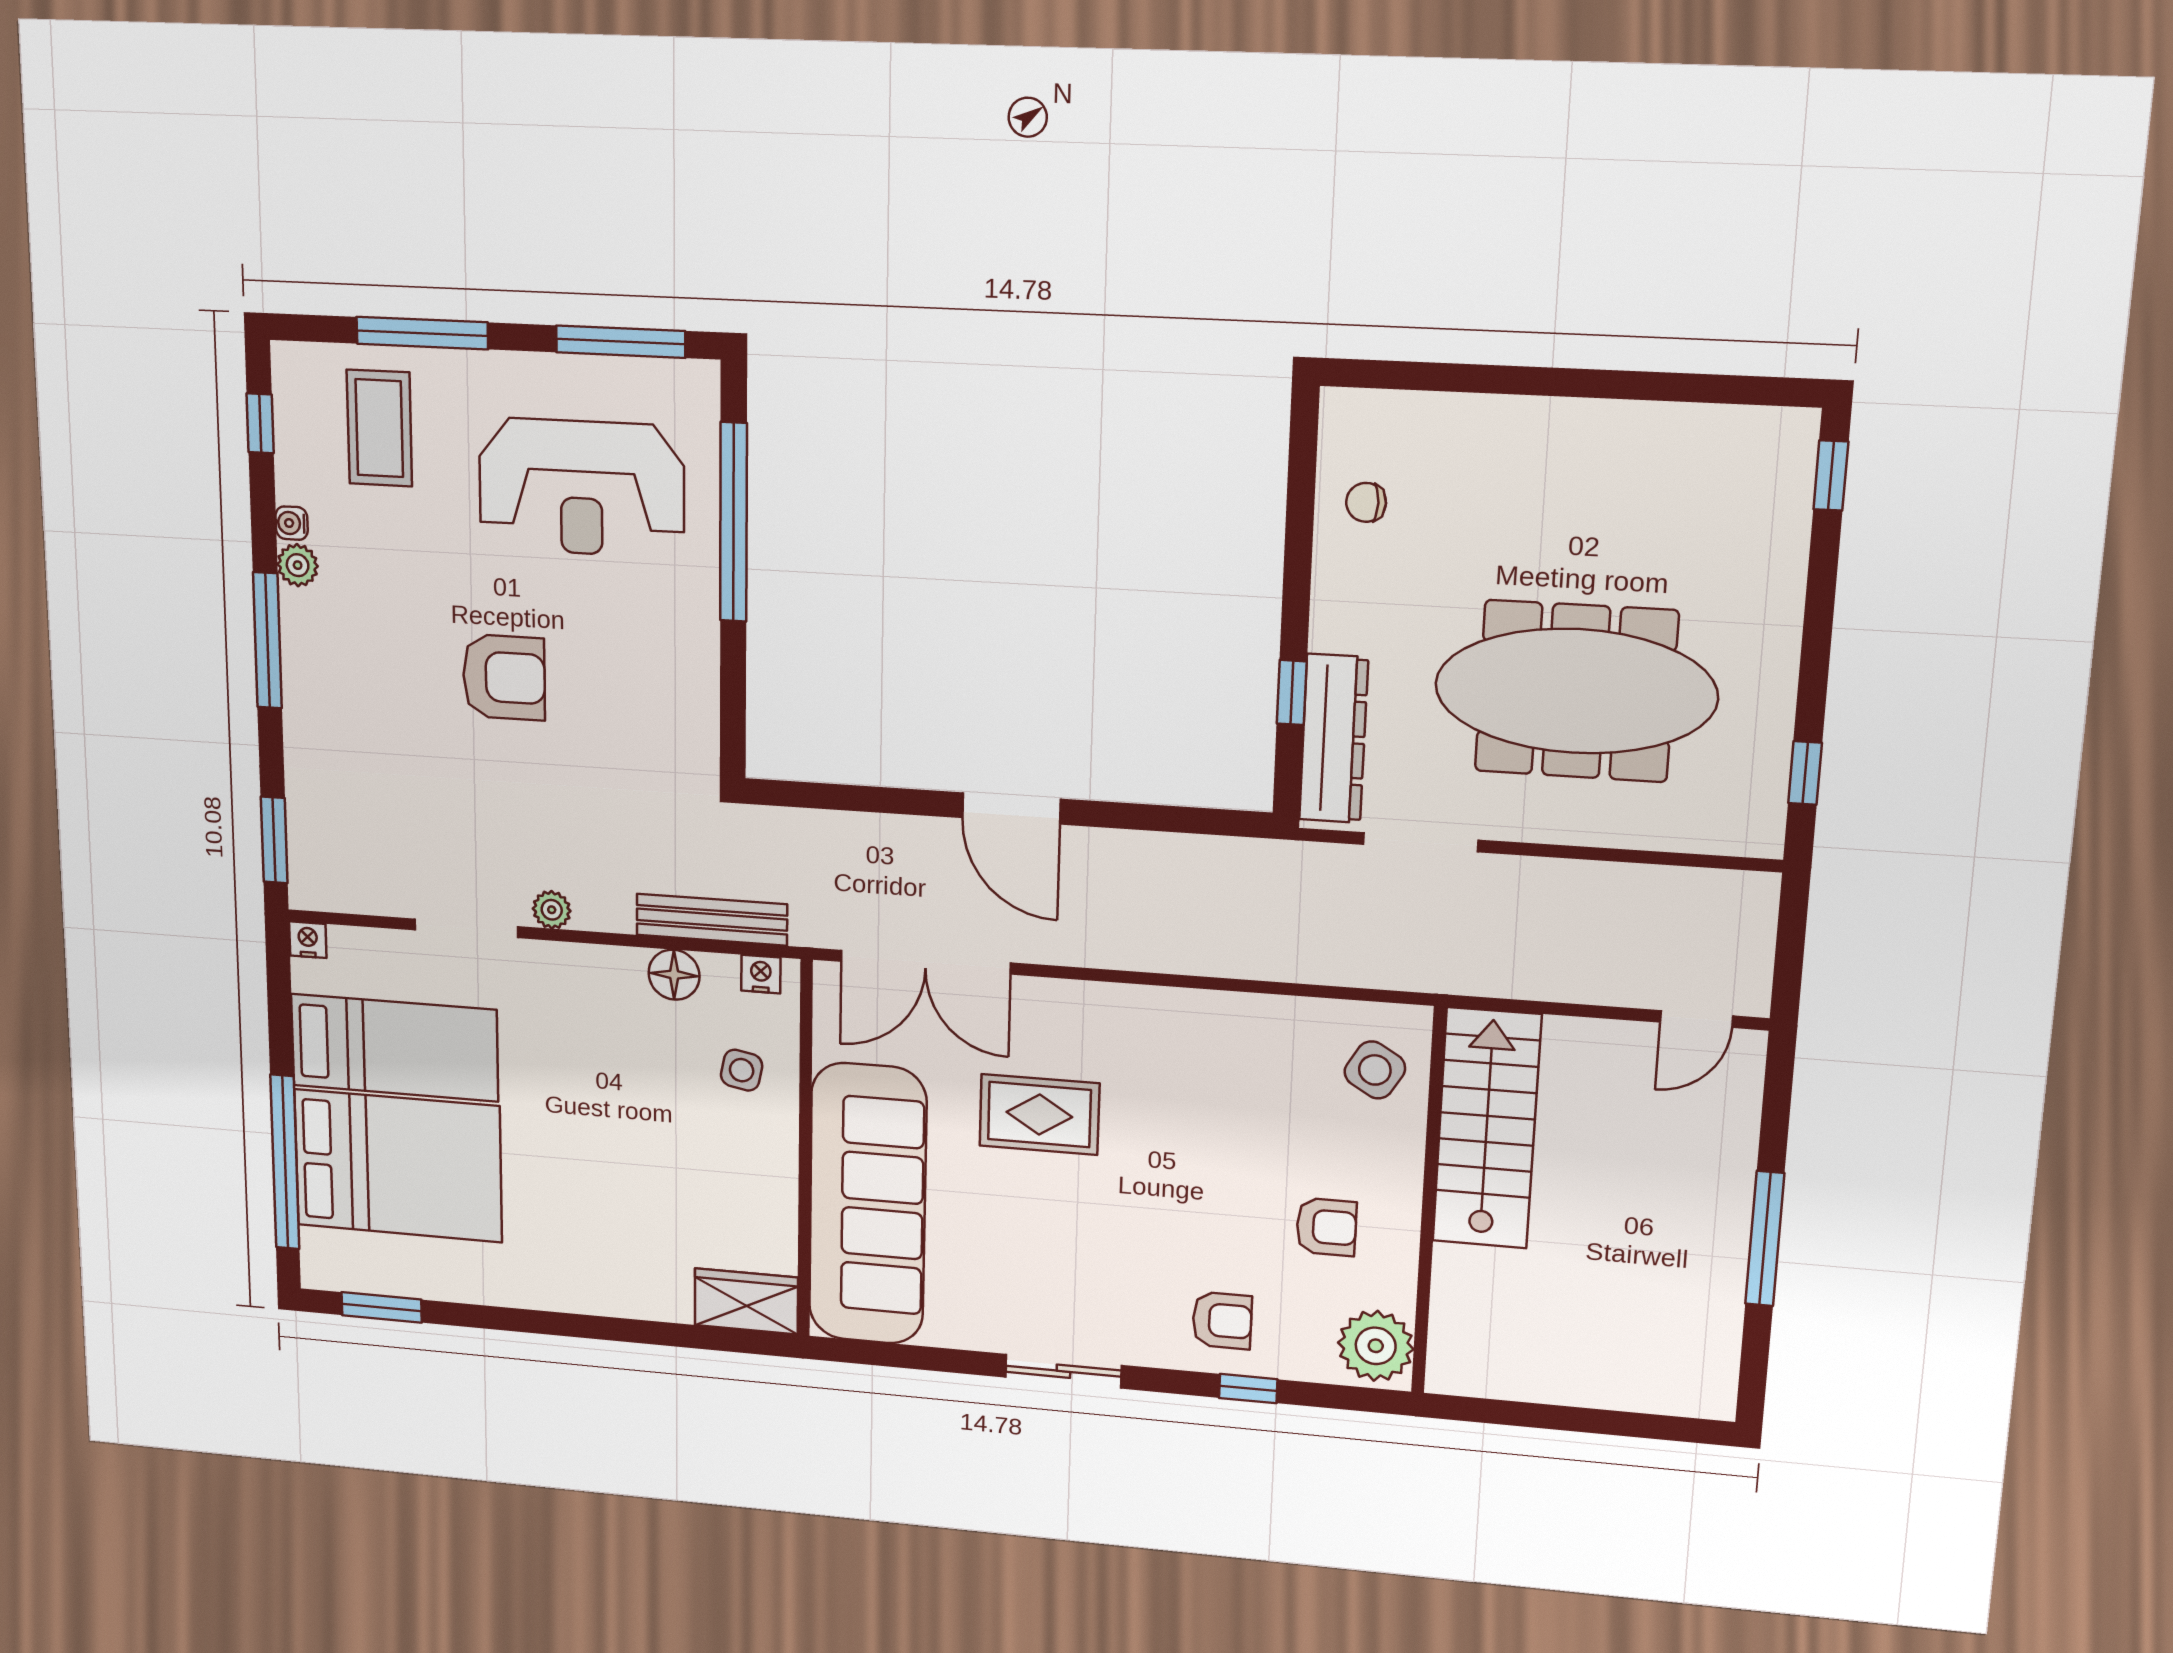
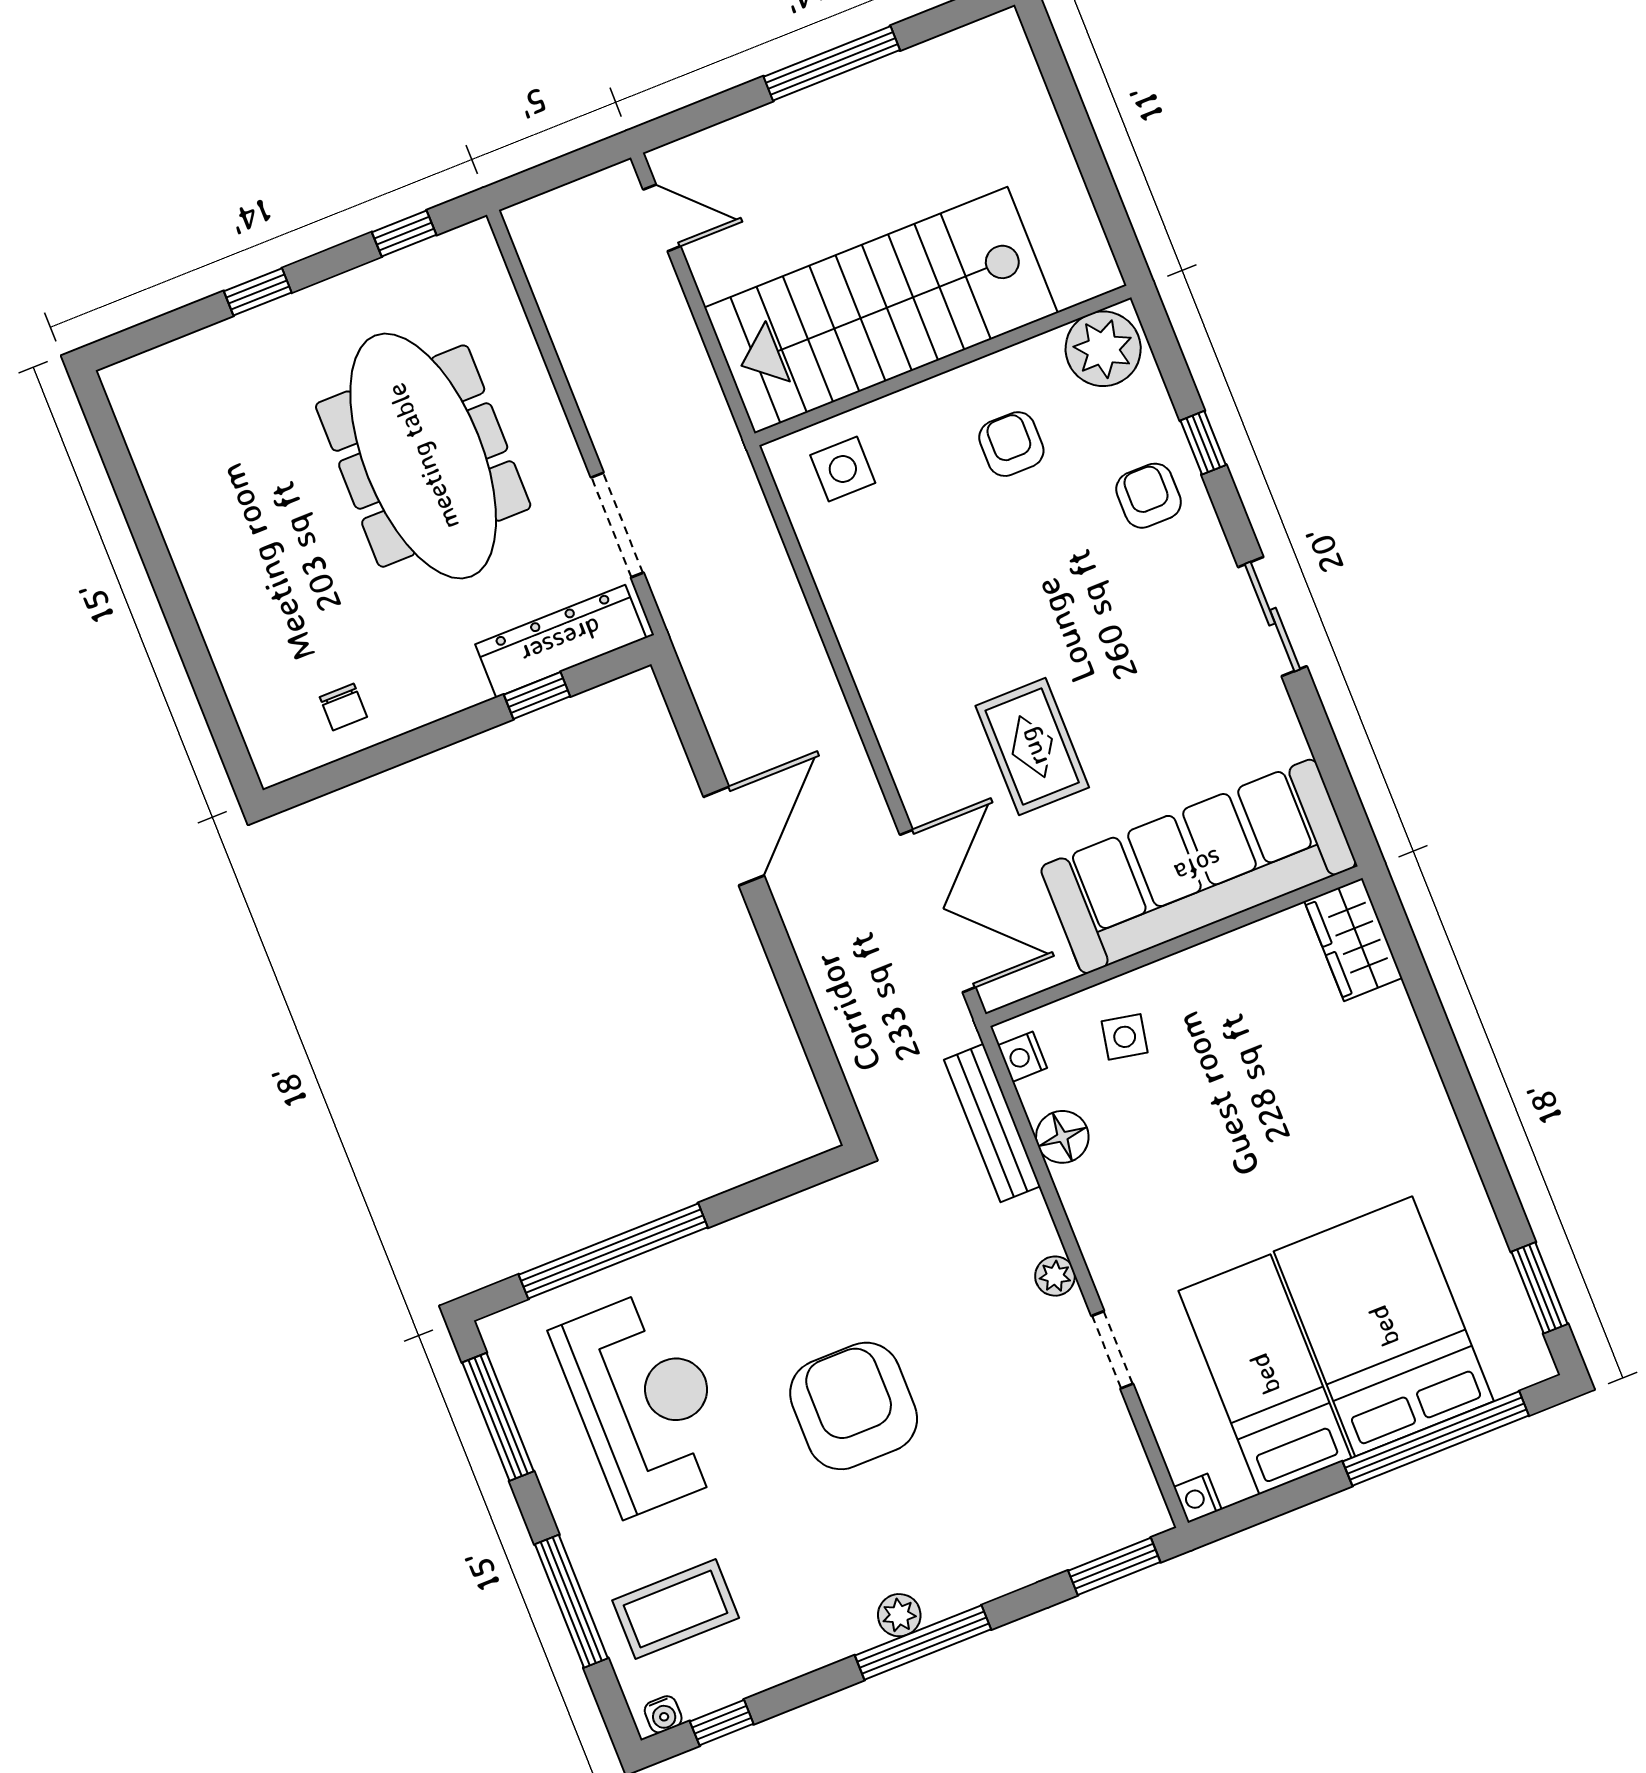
window: (1831, 475) -> (258, 292), moved
water cooler: (292, 523) -> (663, 1714), moved
plant: (298, 565) -> (899, 1615), moved
armchair: (504, 677) -> (854, 1406), width x1.36, depth x1.36
door: (1011, 808) -> (734, 836), moved
doorway: (466, 928) -> (1112, 1350), width x0.73
side table: (1375, 1070) -> (843, 469), turned -31
stairs: (1487, 1128) -> (881, 310), width x1.36, depth x1.51

